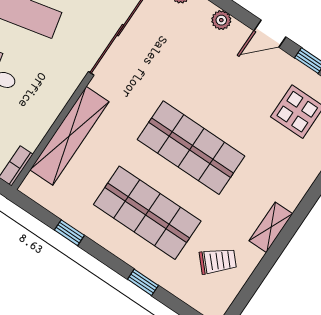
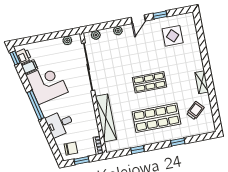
shop shelf: (191, 148) -> (150, 82), width x0.70, depth x0.74

